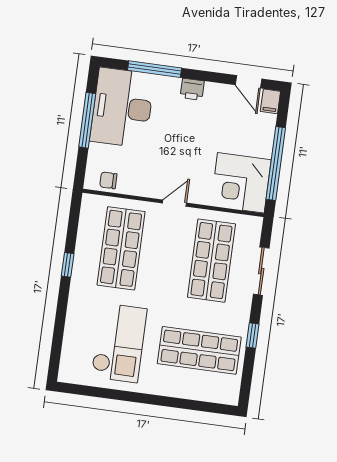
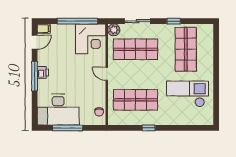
window: (155, 69) -> (35, 76), moved
plant: (251, 226) -> (114, 30), added

